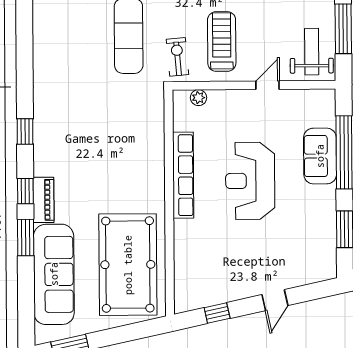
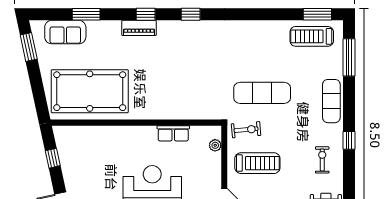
row of seats: (183, 175) -> (173, 133), width x0.50
window: (26, 237) -> (86, 14), moved
sofa: (54, 274) -> (65, 32), width x0.54, depth x0.79

